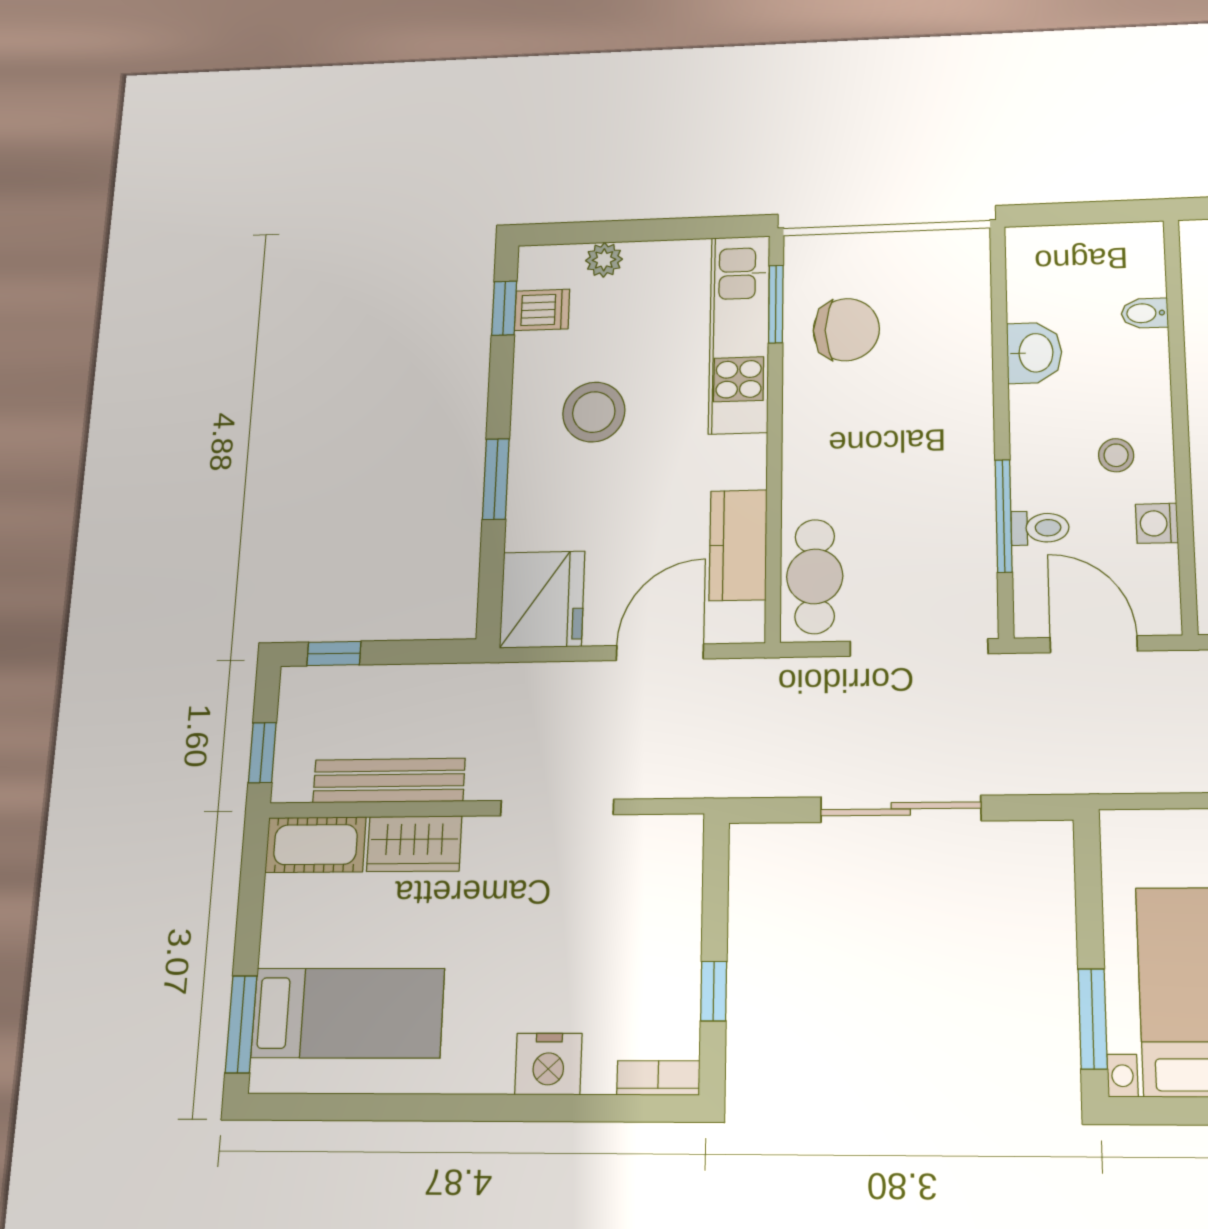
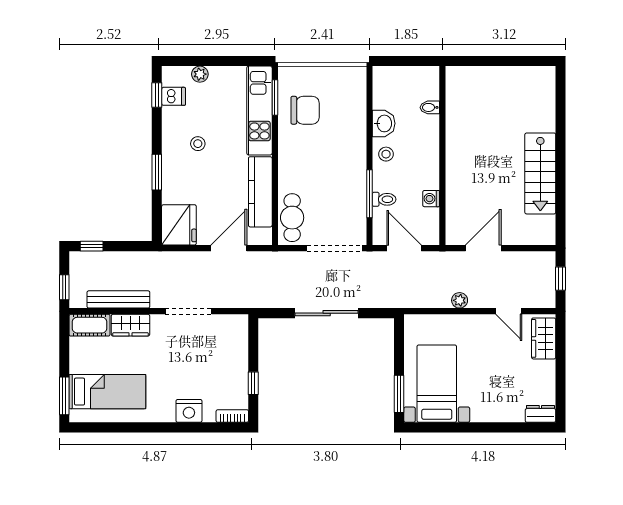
stool: (594, 412) -> (198, 144), width x0.53, depth x0.53
stool: (1116, 455) -> (386, 154), moved
kitchen counter: (738, 545) -> (260, 192), width x1.50

